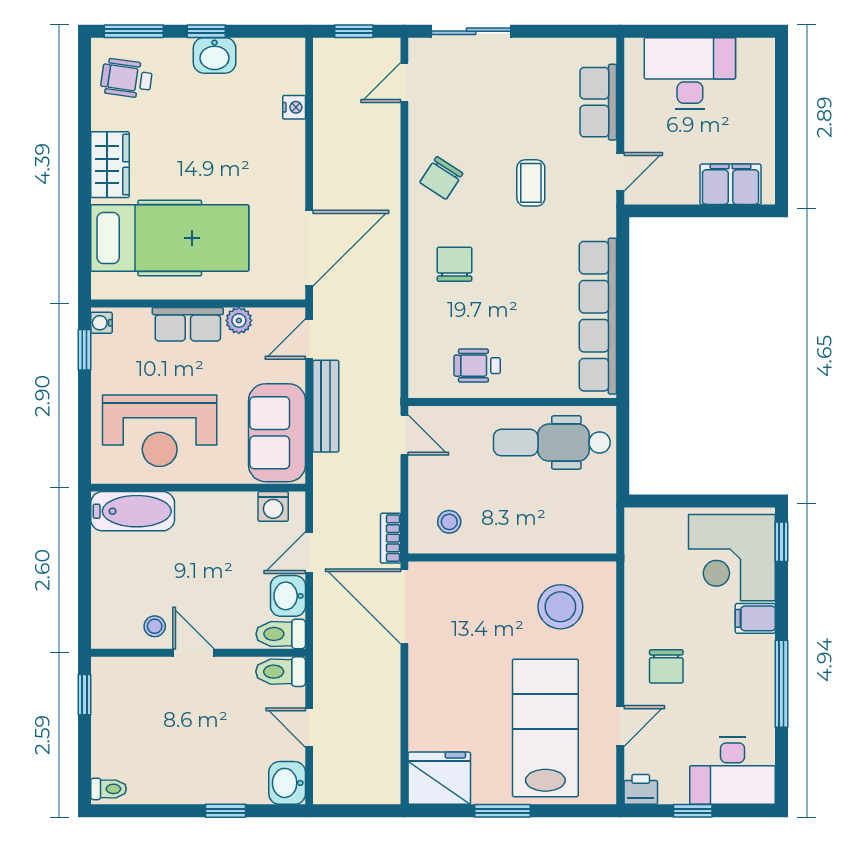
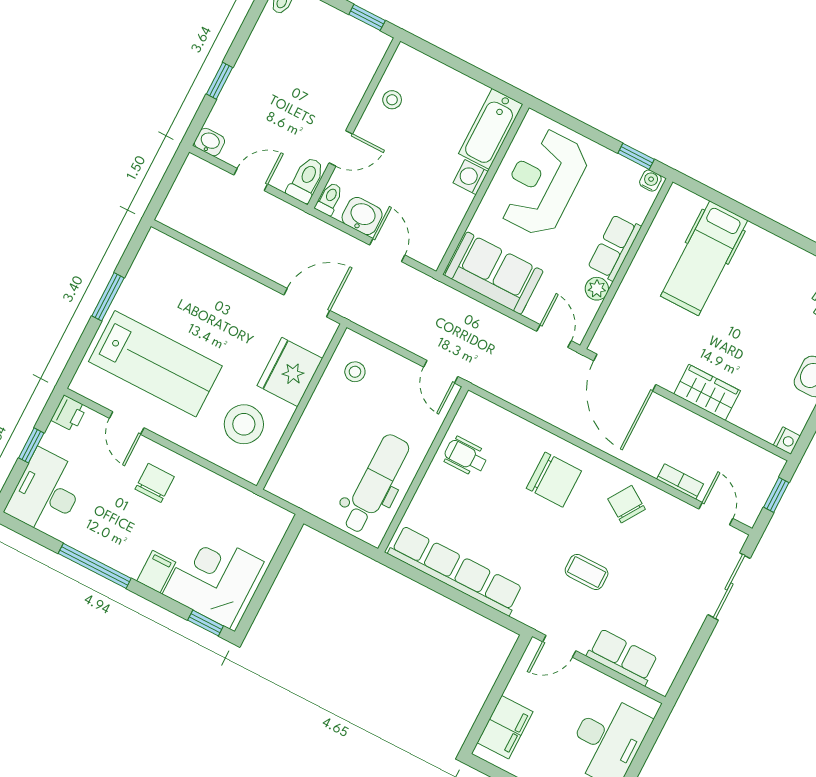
nightstand: (294, 107) -> (787, 441), moved, turned -90
wardrobe: (110, 165) -> (707, 392), moved, turned 180
door: (620, 172) -> (559, 646), hinge flipped
hospital bed: (170, 238) -> (704, 258), width x0.73, depth x0.78
chair: (454, 264) -> (554, 480), width x1.37, depth x1.37
wheelchair: (477, 366) -> (466, 456), turned -90
bench: (326, 406) -> (495, 322), removed
door: (404, 435) -> (441, 372), hinge flipped
washing machine: (273, 506) -> (471, 177), moved
bookcase: (391, 538) -> (680, 482), moved
door: (404, 606) -> (307, 303), width x0.73
toilet: (281, 634) -> (329, 199), width x0.73, depth x0.72
door: (193, 653) -> (341, 148), moved
chair: (666, 666) -> (155, 483), turned 90
fridge: (439, 778) -> (290, 372), moved, turned 180
washbasin: (287, 783) -> (210, 142), width x0.72, depth x0.69

